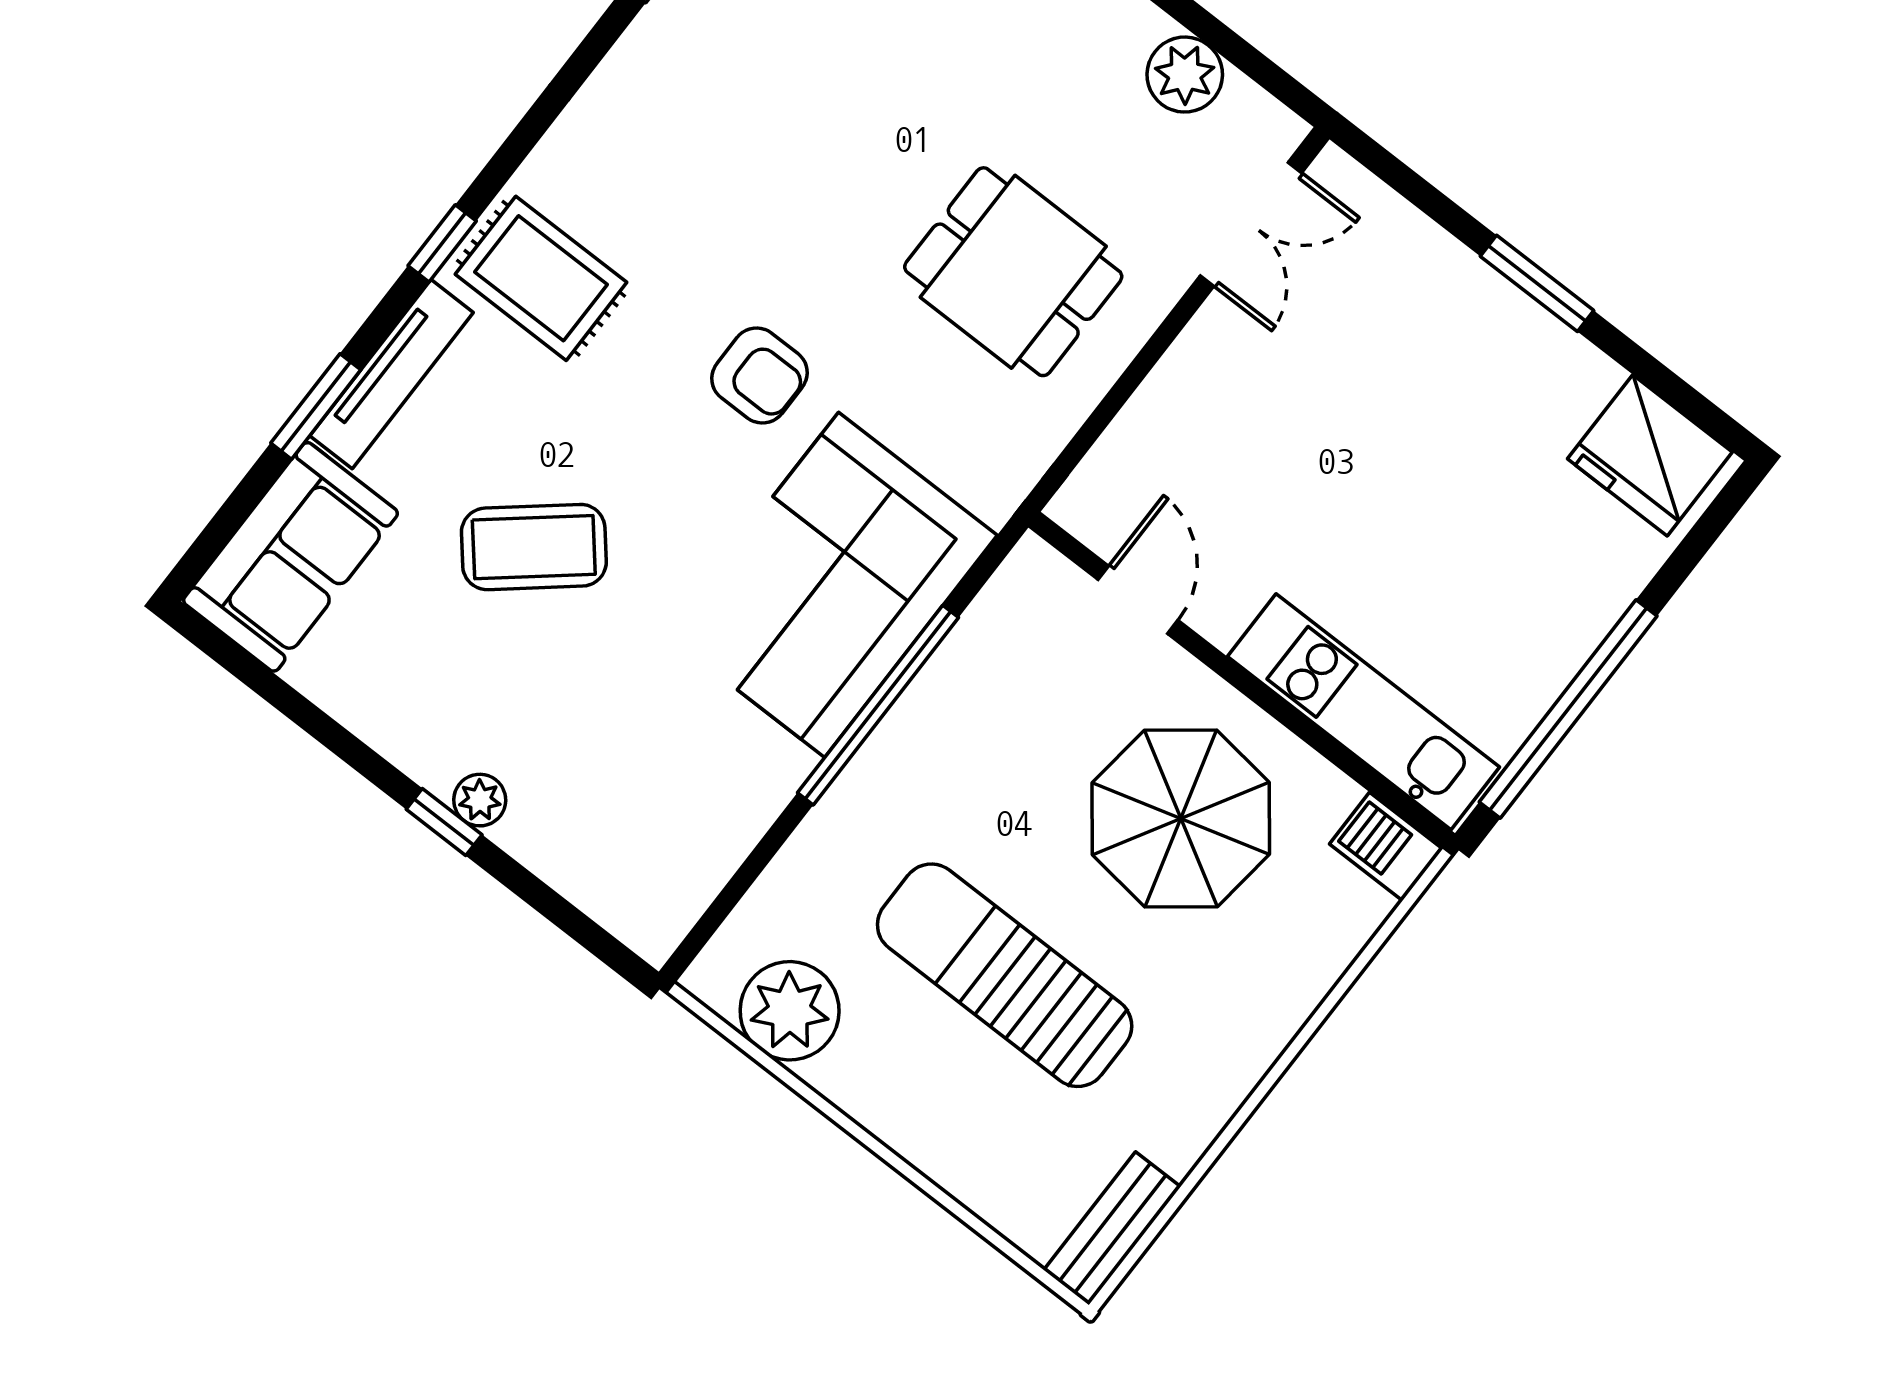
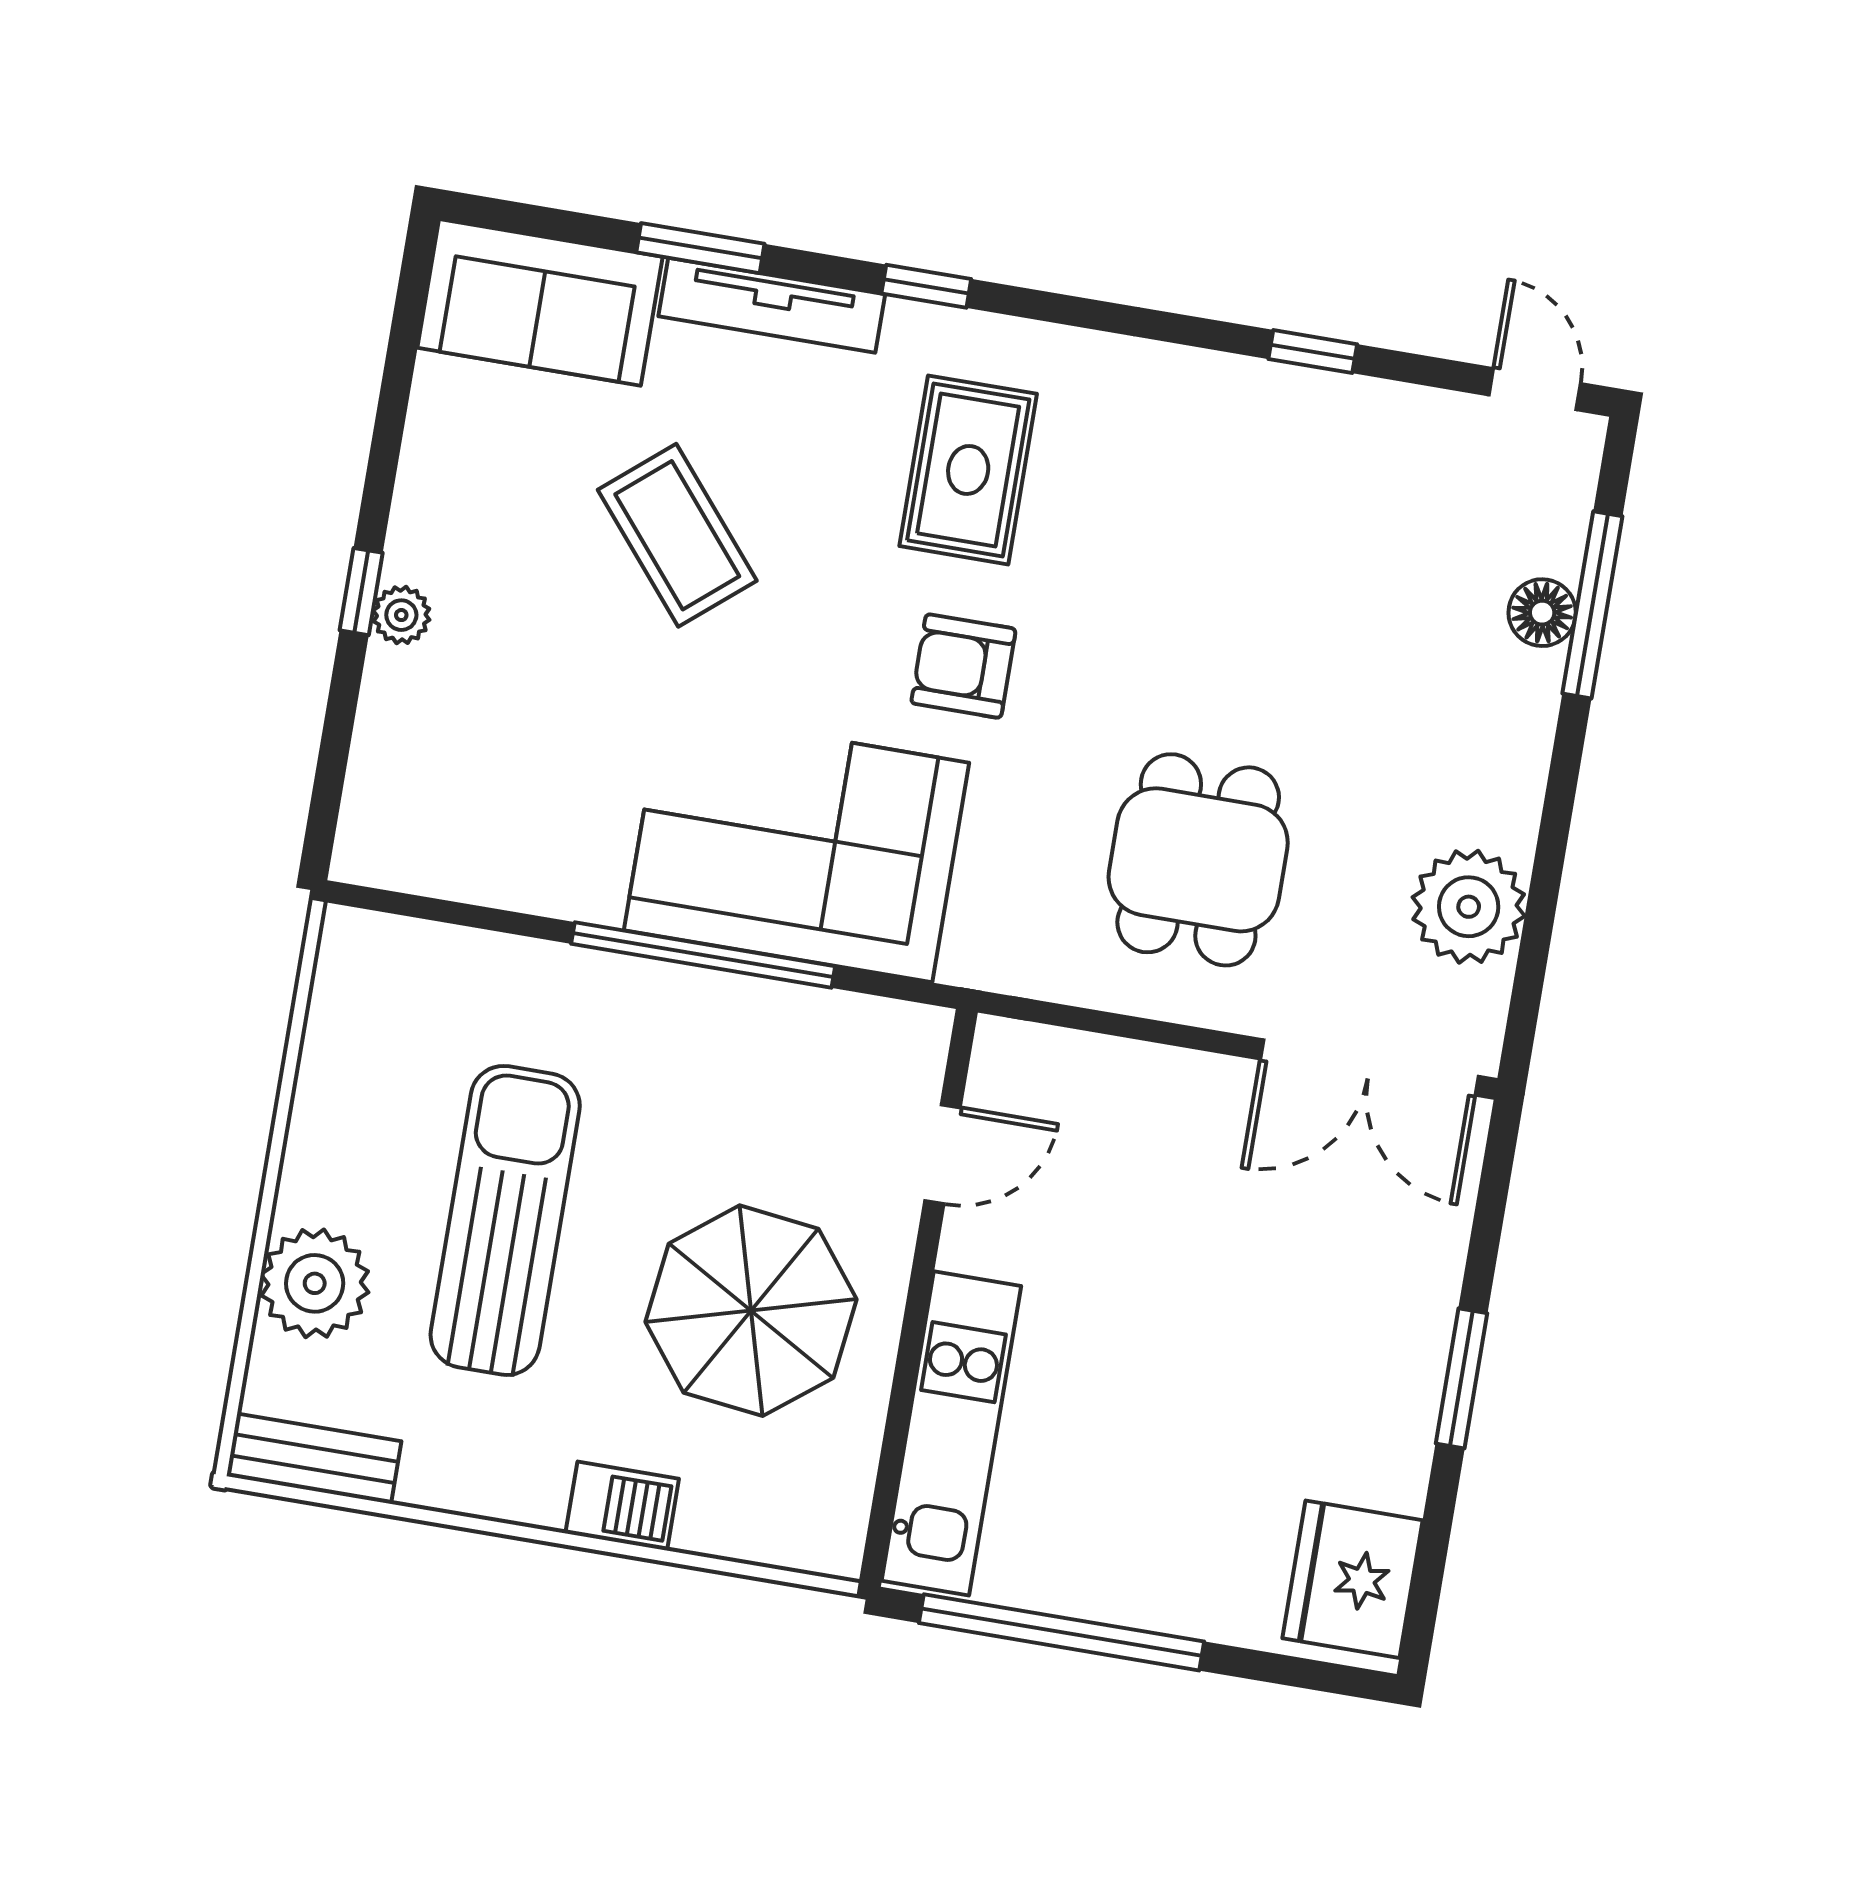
plant: (1185, 75) -> (1469, 907), width x1.36, depth x1.36
double door: (1251, 224) -> (1369, 1068), width x1.37
rug: (541, 278) -> (968, 470), moved
armchair: (759, 376) -> (963, 666), turned 90
barbecue: (1386, 847) -> (622, 1506), moved, turned 90
plant: (790, 1011) -> (315, 1283), moved

